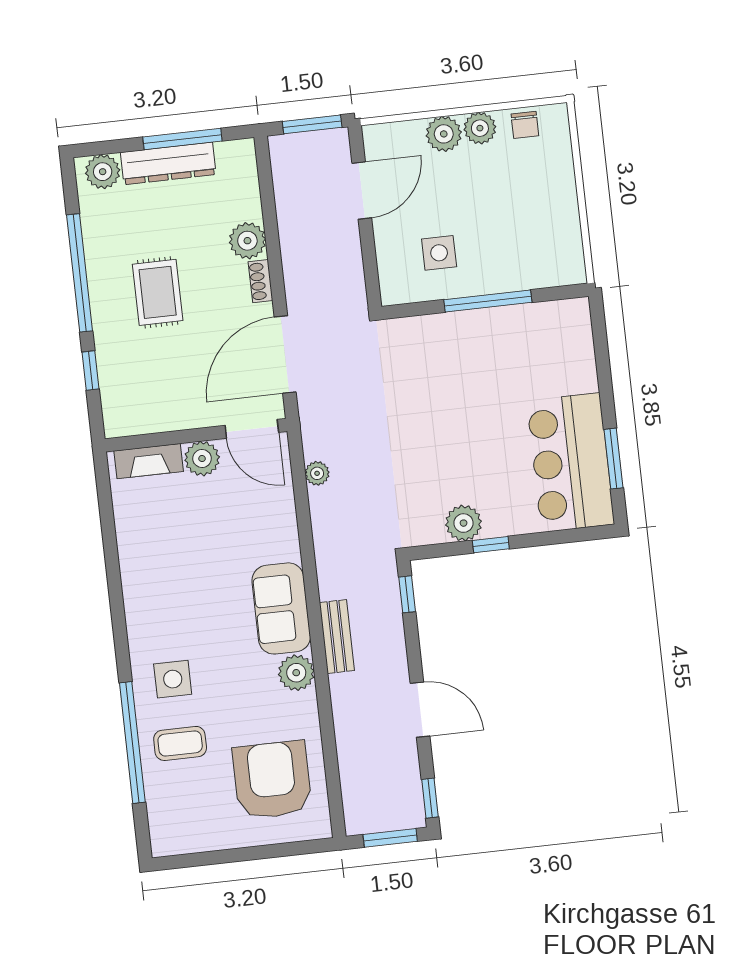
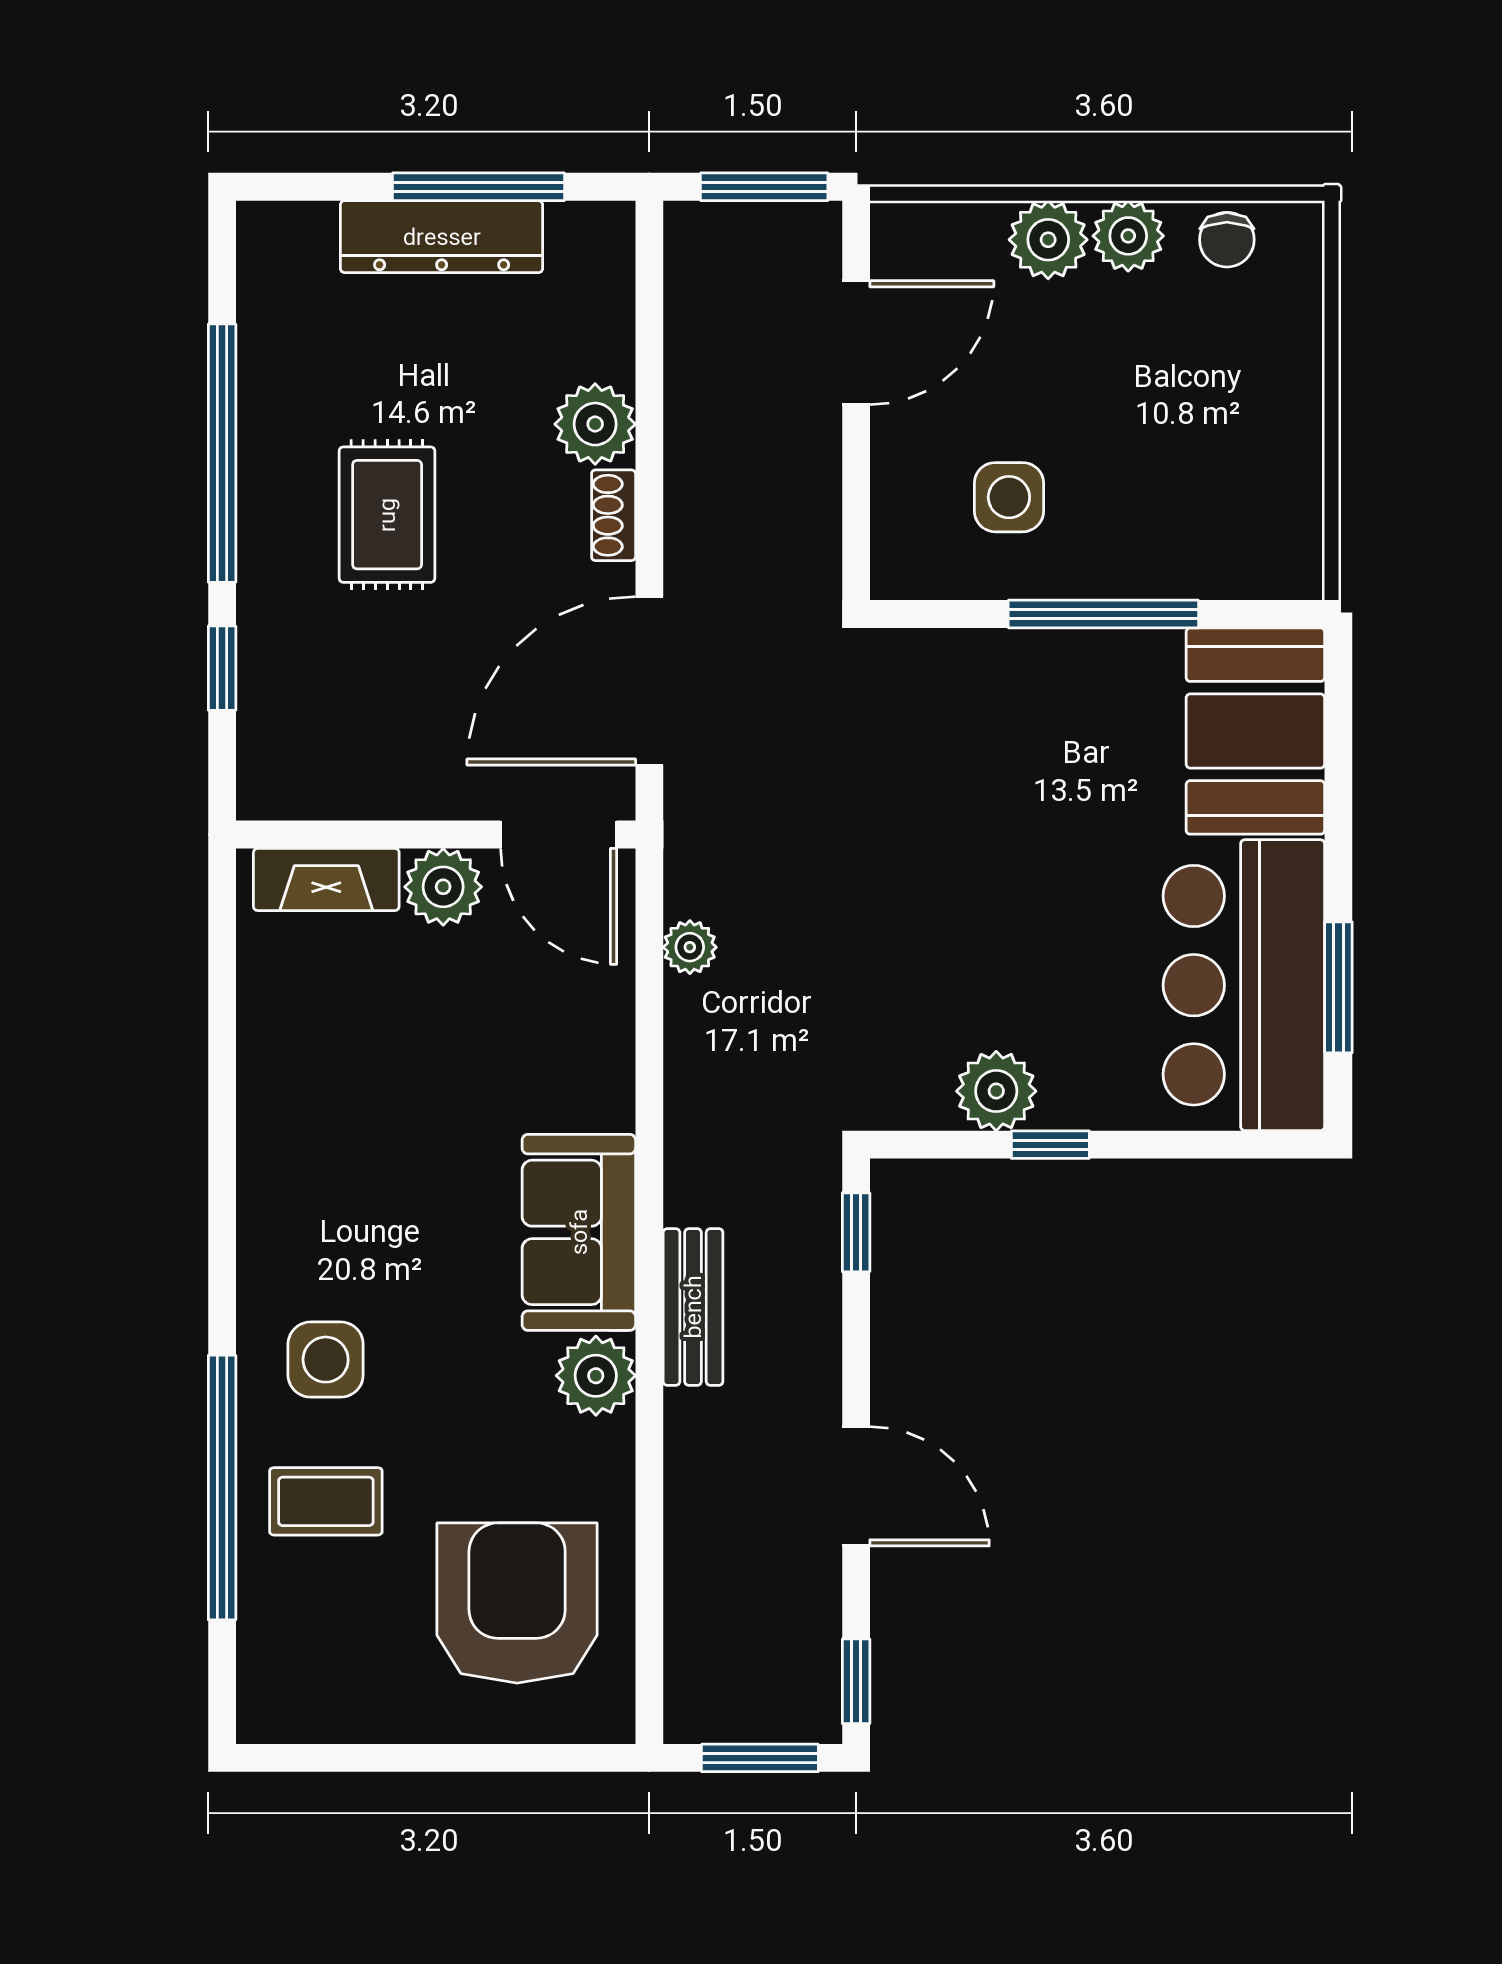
plant: (103, 172) -> (297, 239), removed
booth: (563, 346) -> (1255, 731), added

